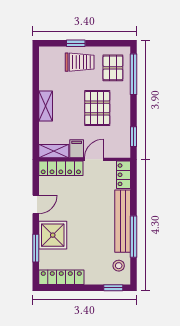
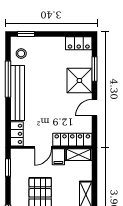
locker: (61, 277) -> (79, 43), width x0.66

